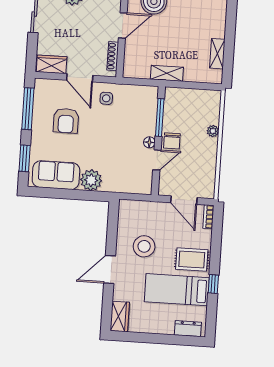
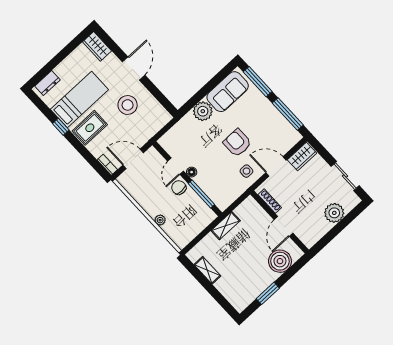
armchair: (66, 121) -> (237, 143), moved
window: (25, 158) -> (258, 82), width x1.44

